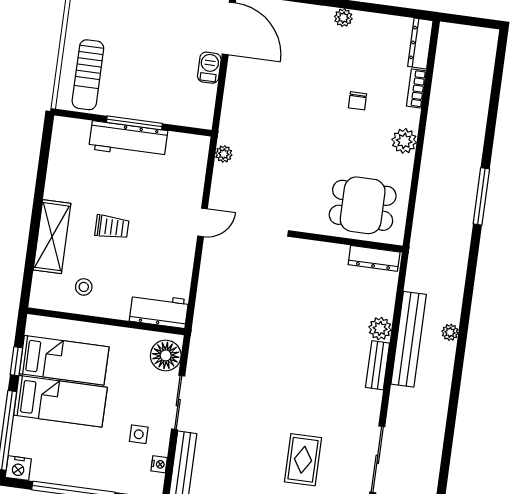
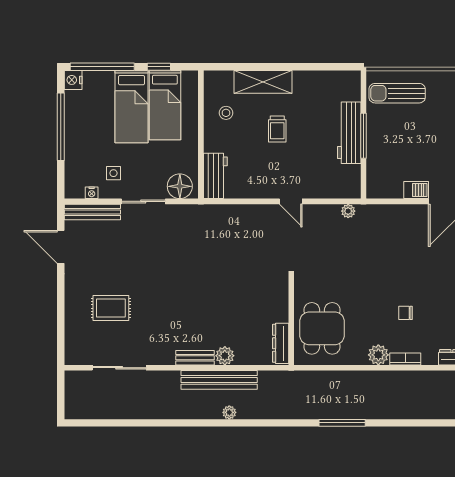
bookcase: (416, 88) -> (405, 359), moved

